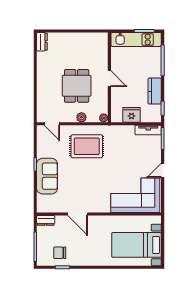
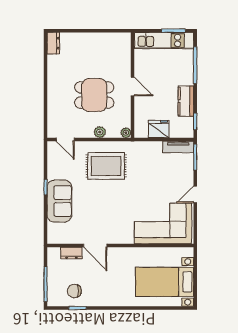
dining table: (77, 86) -> (94, 95), turned 90
dresser: (46, 220) -> (71, 253), moved

